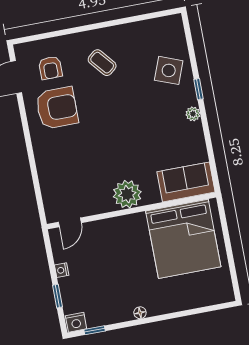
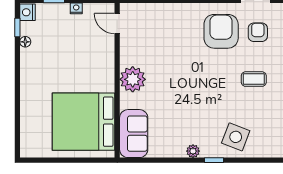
coffee table: (102, 63) -> (254, 79), turned 40
armchair: (50, 68) -> (258, 32), turned 90
armchair: (57, 108) -> (221, 31), turned 180
floor lamp: (140, 313) -> (25, 42), moved

